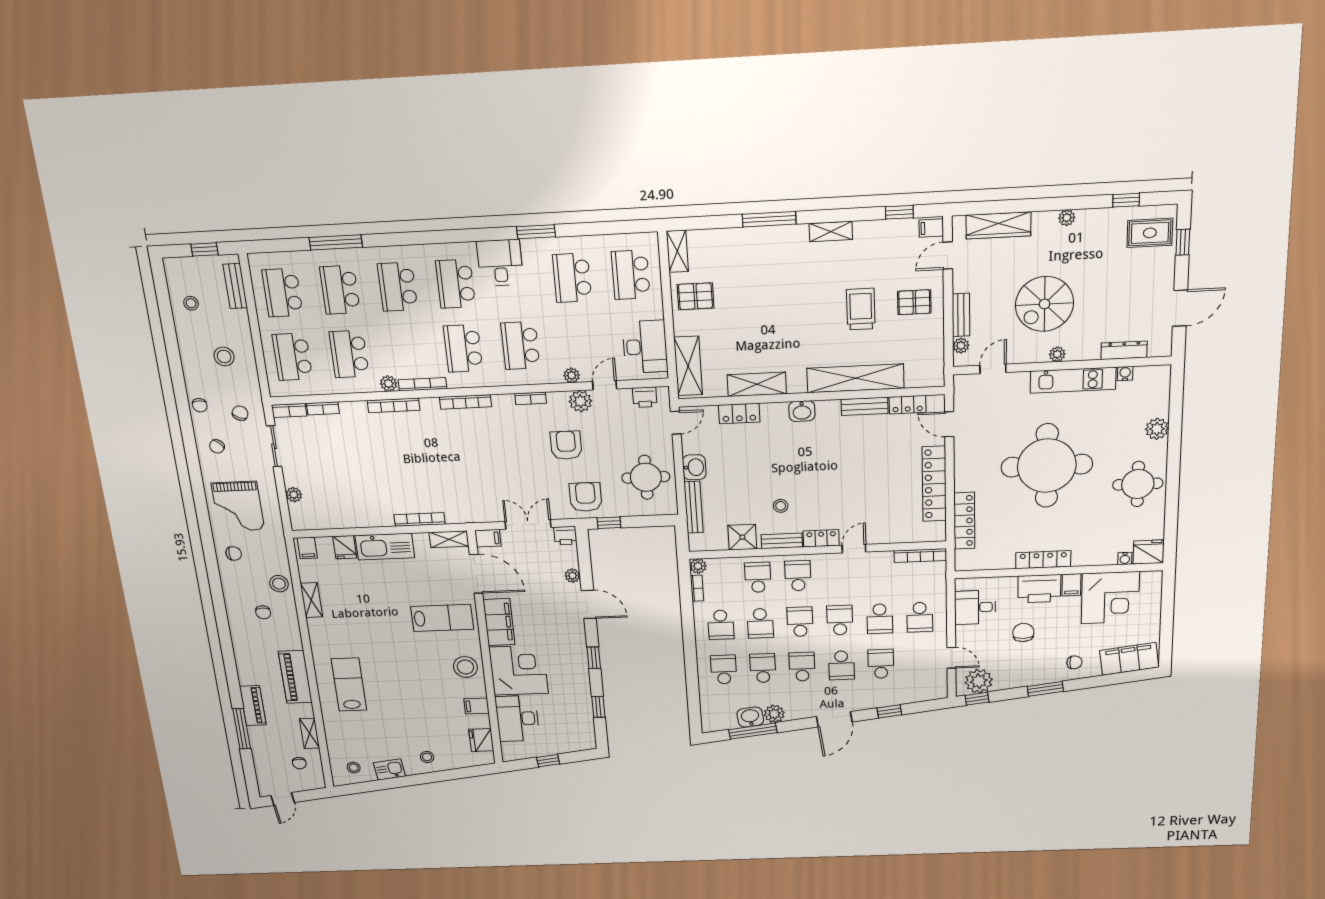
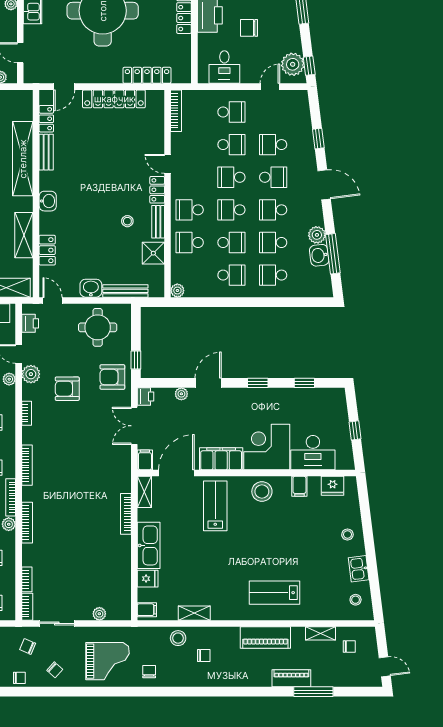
bookcase: (697, 588) -> (197, 293), removed

